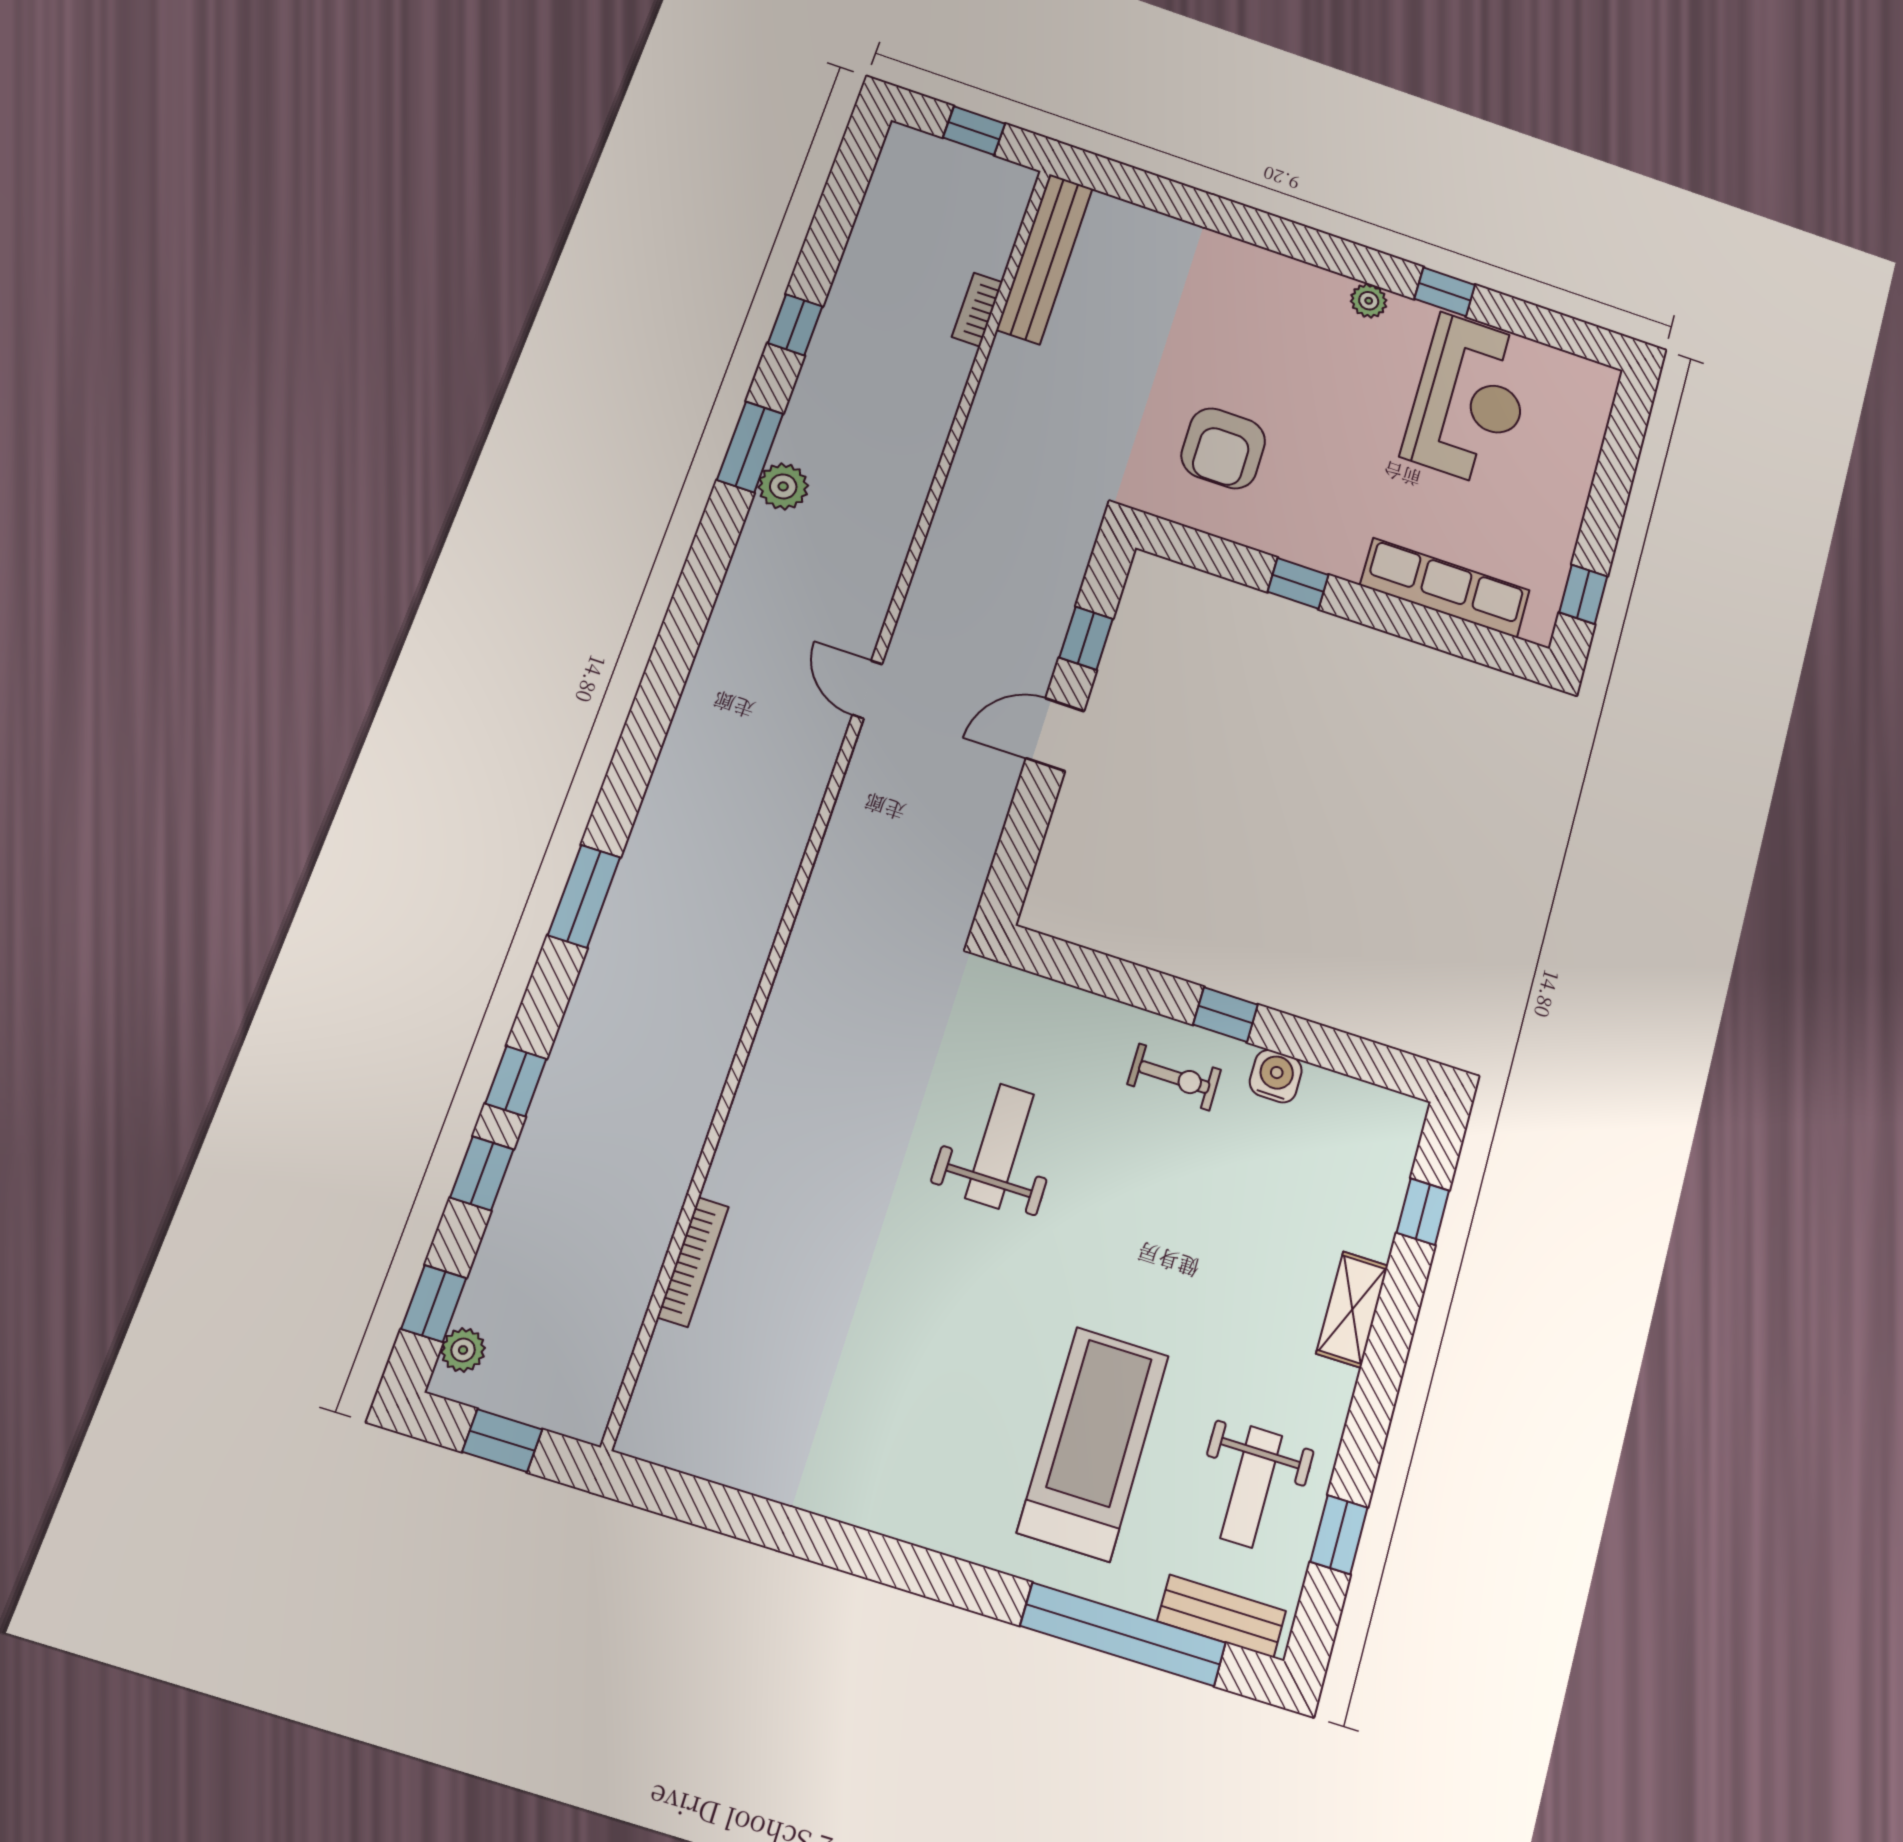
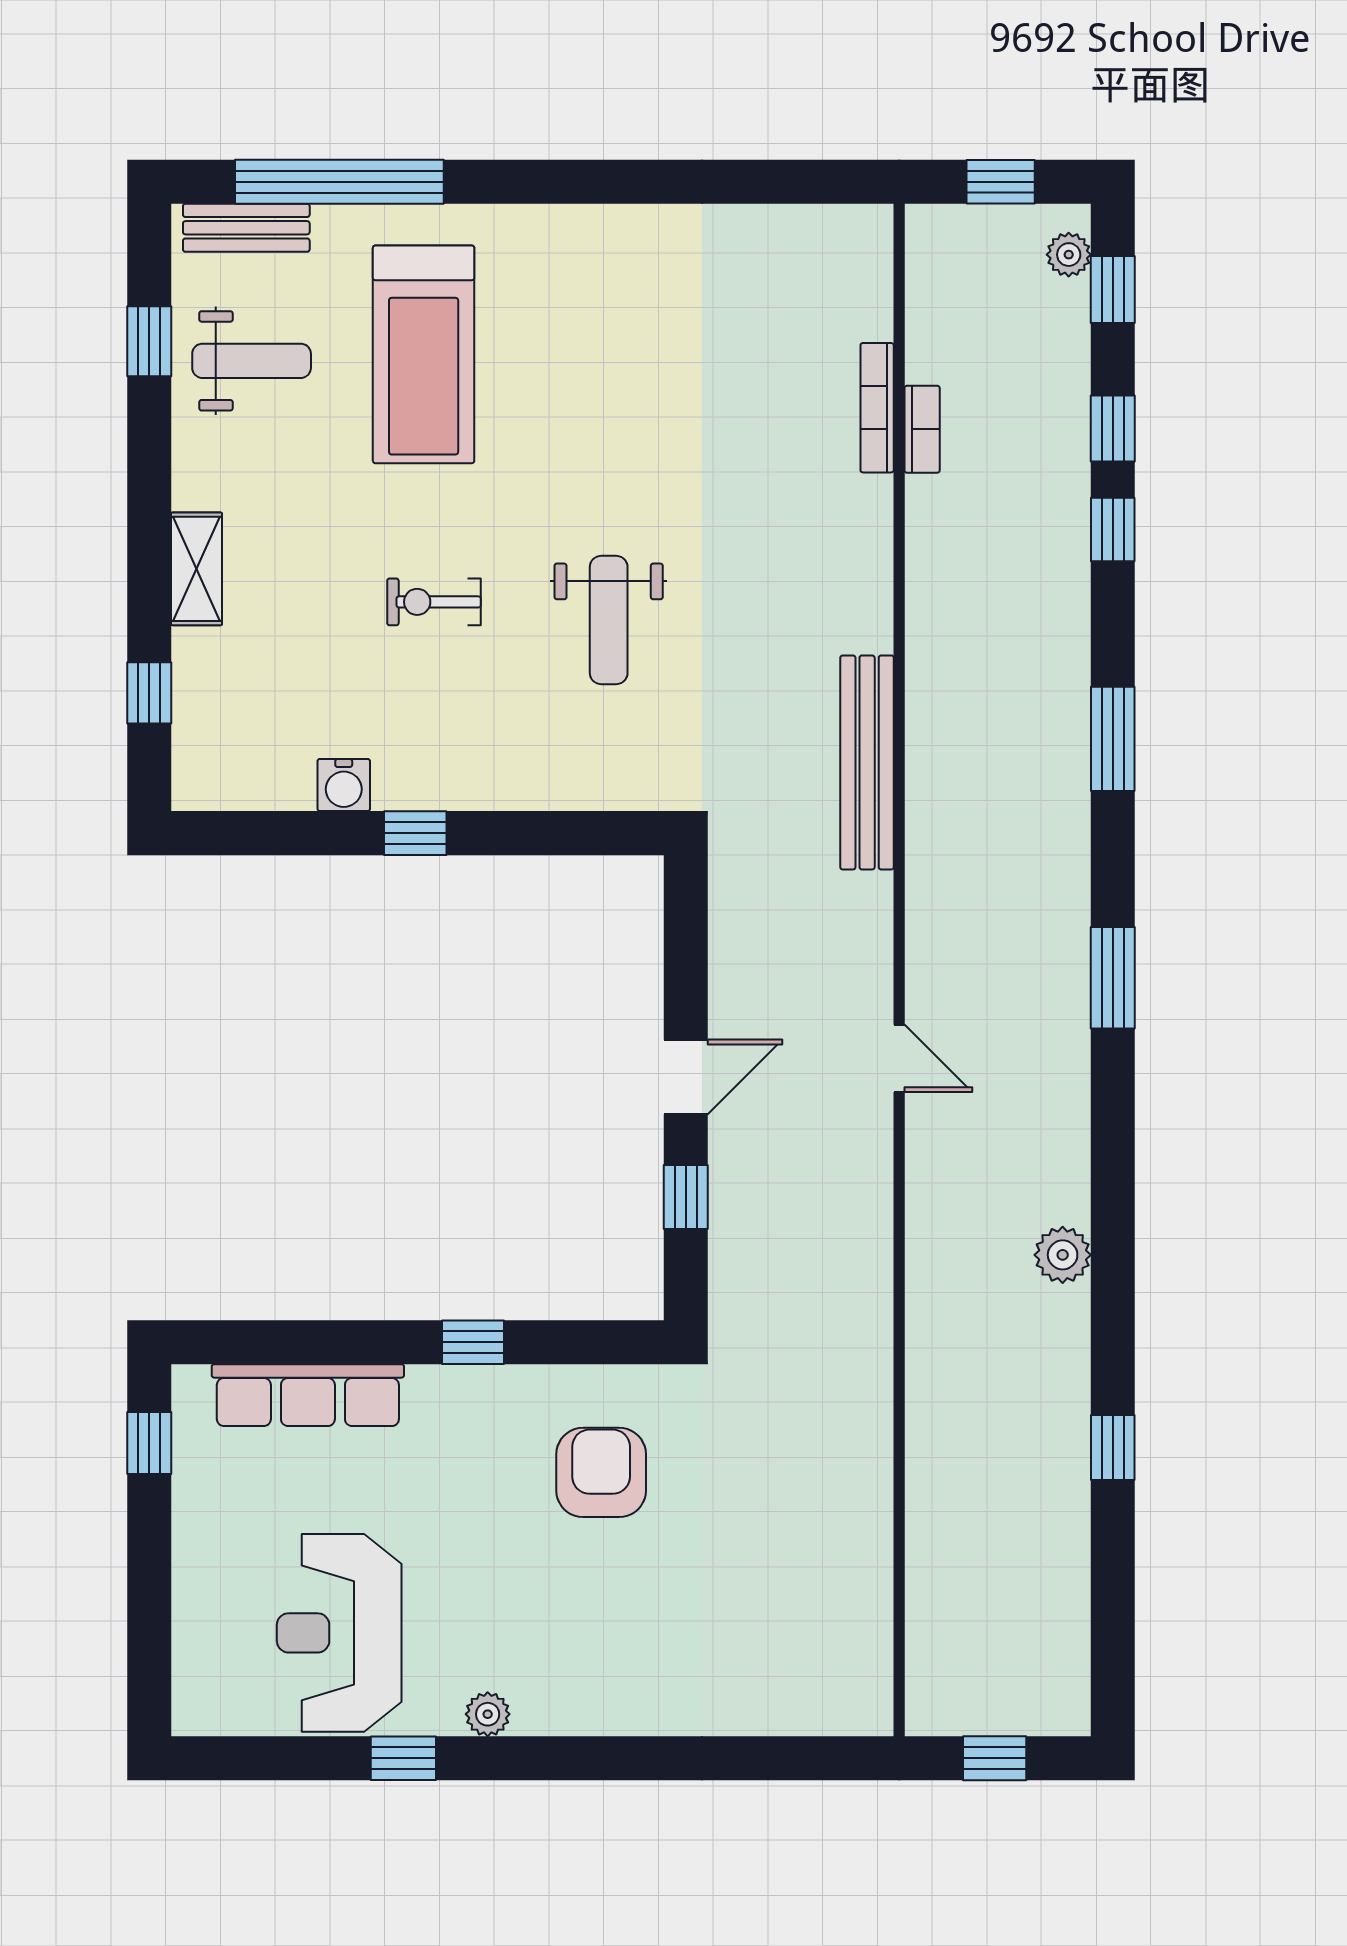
bench: (1045, 259) -> (867, 762), moved
bookcase: (977, 310) -> (922, 429), moved
window: (750, 447) -> (1113, 978), moved
exercise bike: (1174, 1077) -> (434, 602), moved
weight bench: (1251, 1487) -> (252, 361), turned 90

